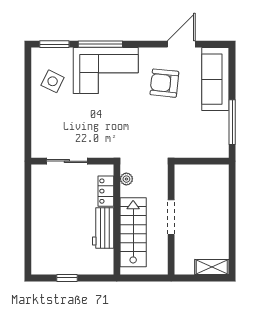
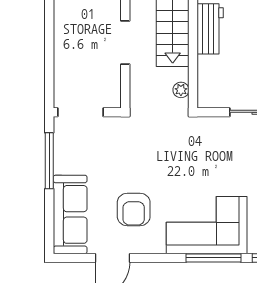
armchair: (164, 83) -> (134, 209), turned 84
doorway: (207, 161) -> (80, 112), added
locker: (106, 191) -> (207, 75), removed

